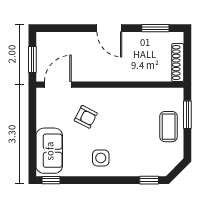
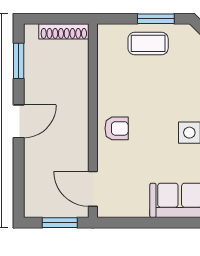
window: (187, 115) -> (156, 19), moved
armchair: (86, 117) -> (117, 128), moved, turned 63

